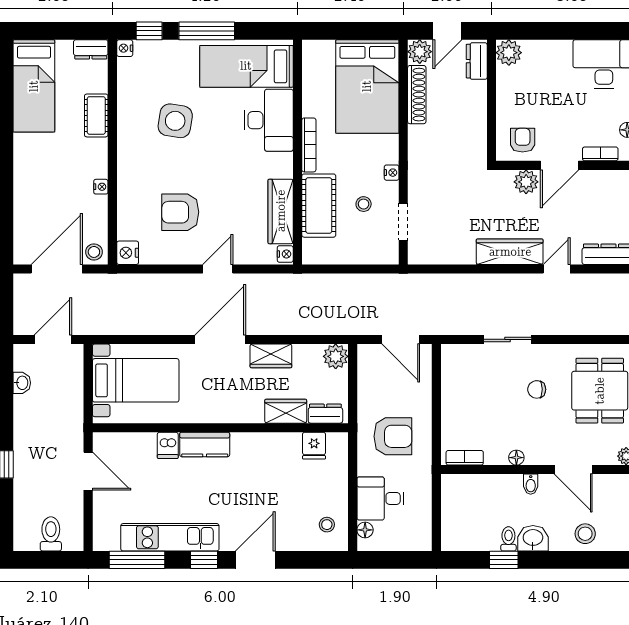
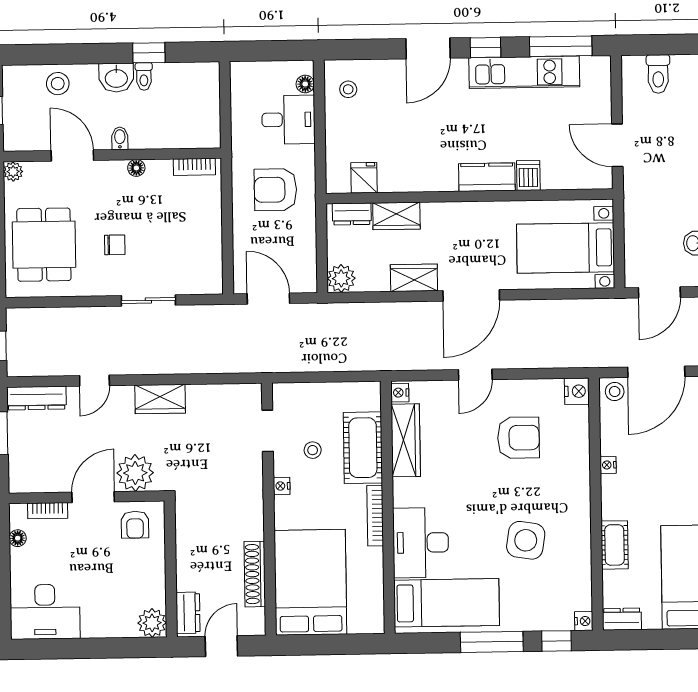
plant: (420, 52) -> (252, 622), removed
plant: (526, 182) -> (135, 473), width x1.36, depth x1.36
wardrobe: (510, 252) -> (160, 399), width x0.67

